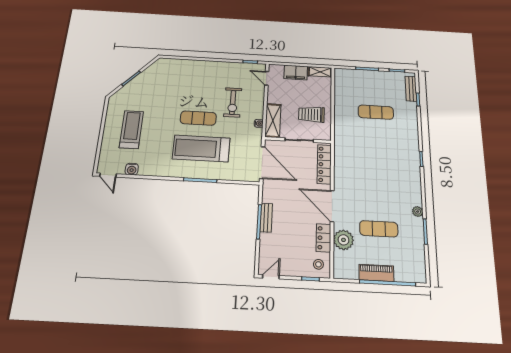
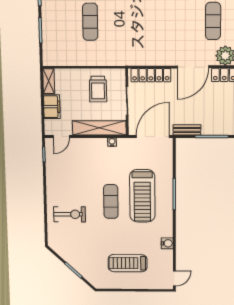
exercise bike: (233, 102) -> (69, 214), moved
shelving: (273, 120) -> (99, 128), width x1.47
water cooler: (132, 169) -> (167, 243), moved
bench: (266, 218) -> (187, 130), moved

